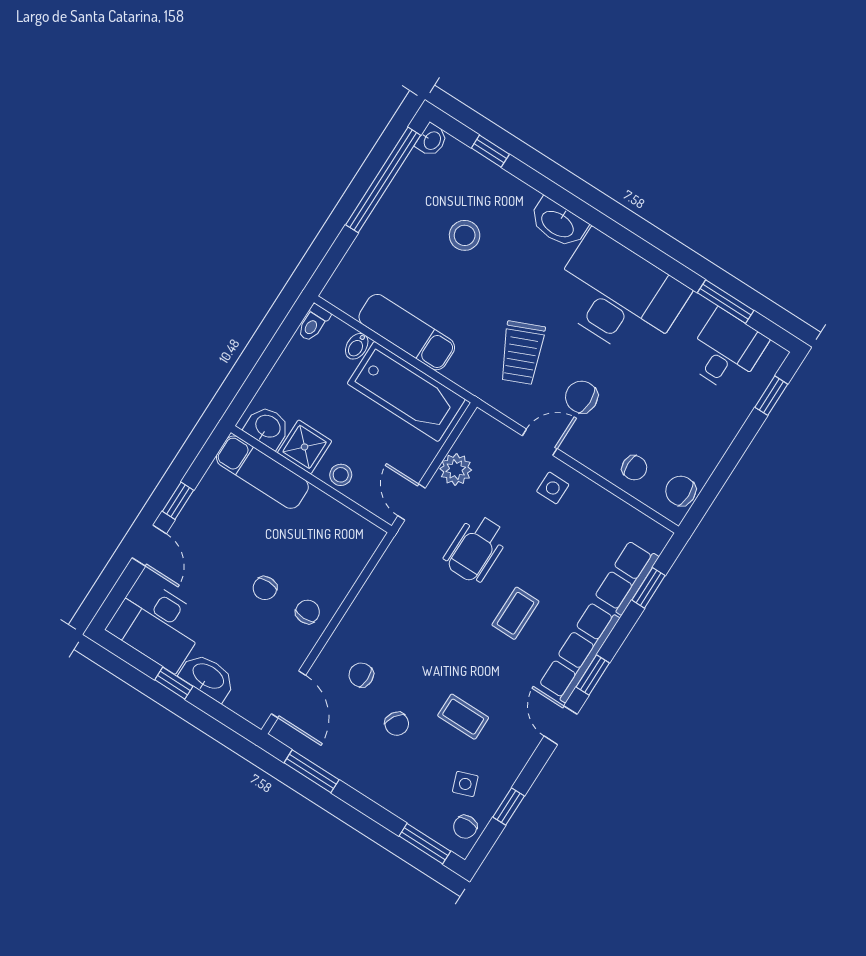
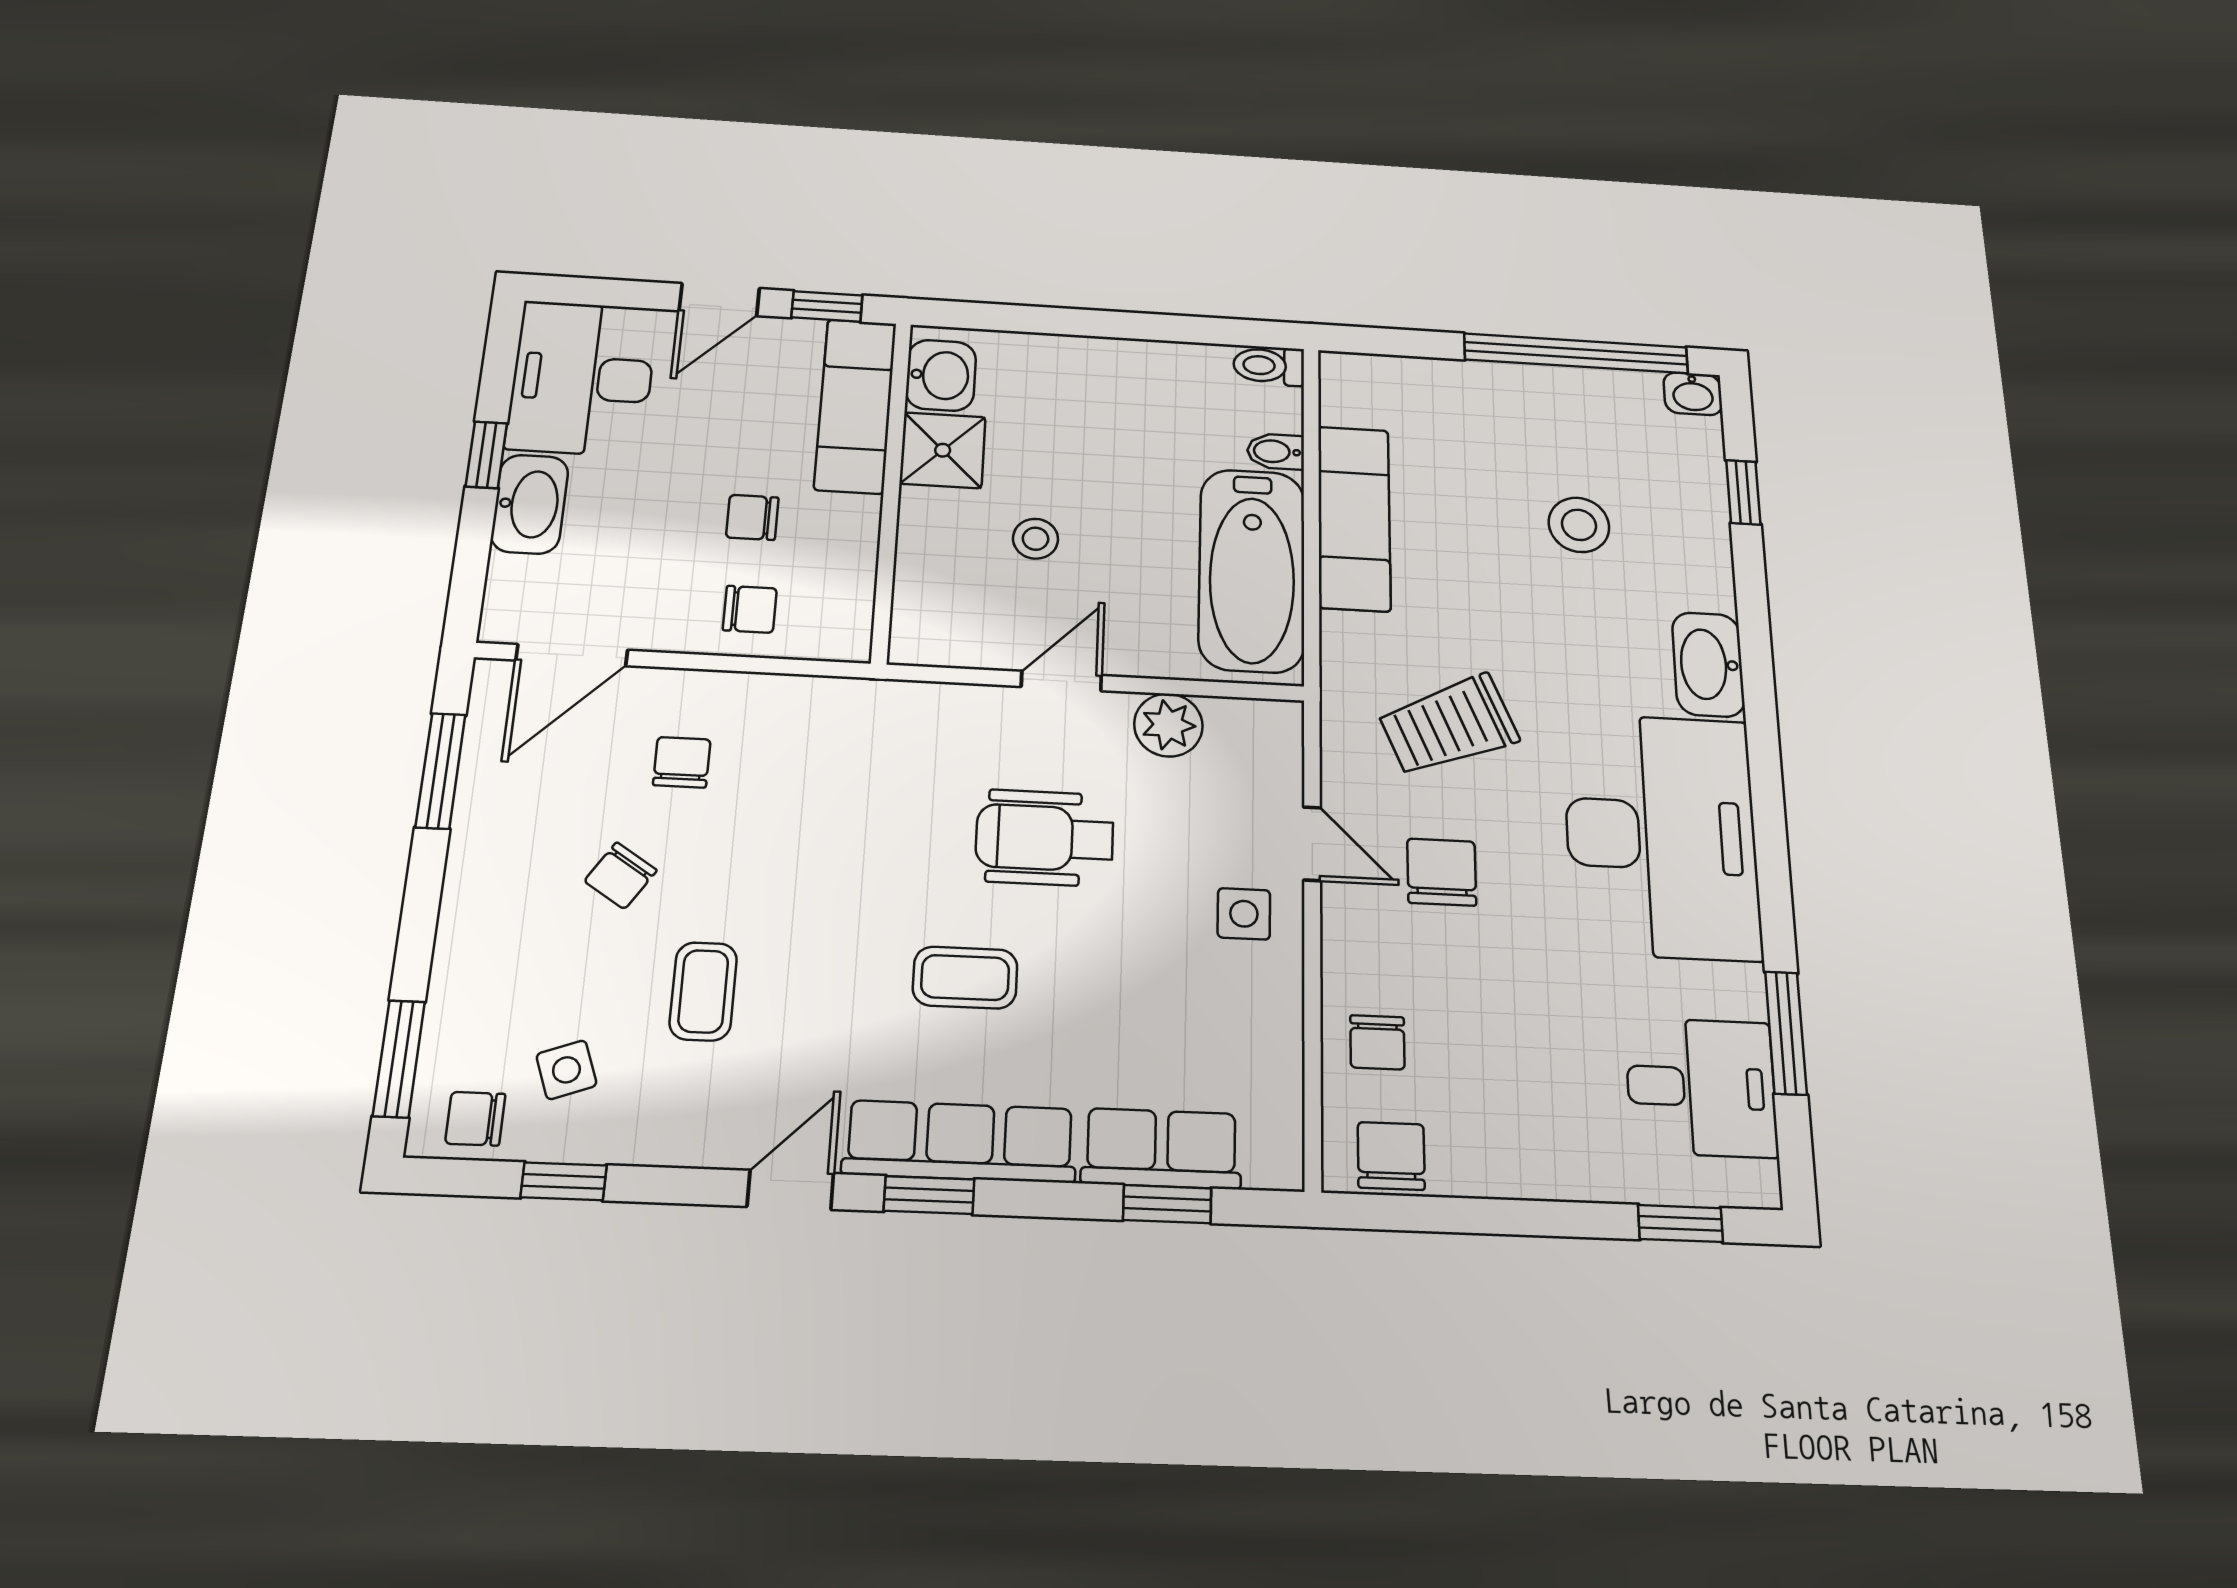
washbasin: (267, 427) -> (941, 375), moved
shower: (305, 447) -> (943, 450), moved
exam couch: (262, 472) -> (855, 406), moved
wall: (311, 479) -> (891, 489), moved

